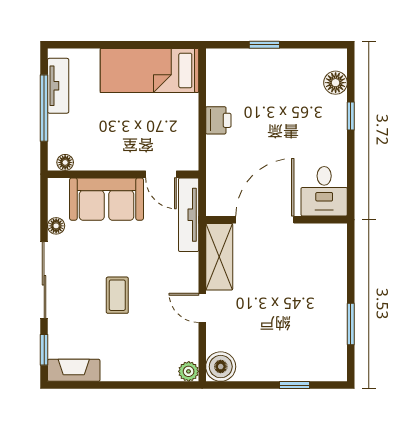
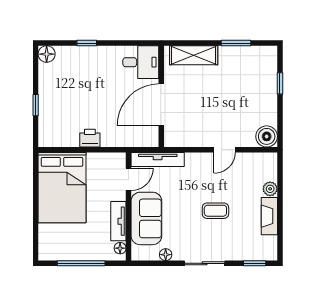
bed: (150, 70) -> (62, 188), width x1.50
floor lamp: (336, 83) -> (47, 54), moved
tv unit: (58, 86) -> (118, 221), moved, turned -90
door: (265, 220) -> (161, 105), hinge flipped
shelving: (219, 257) -> (194, 55), moved
sliding door: (44, 280) -> (205, 263), width x0.73
fireplace: (74, 370) -> (269, 216), moved
plant: (189, 371) -> (270, 189), moved

